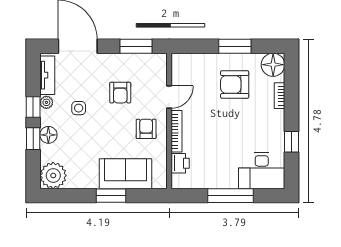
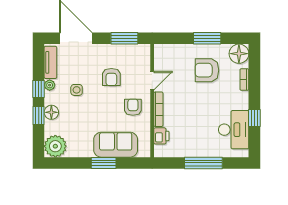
desk: (262, 171) -> (234, 130), moved, turned -90

